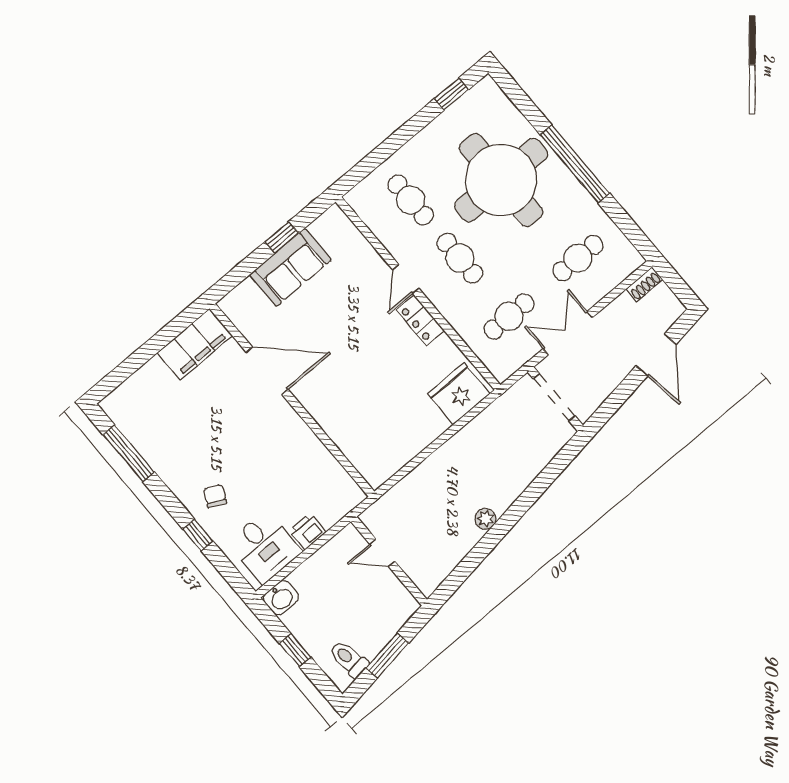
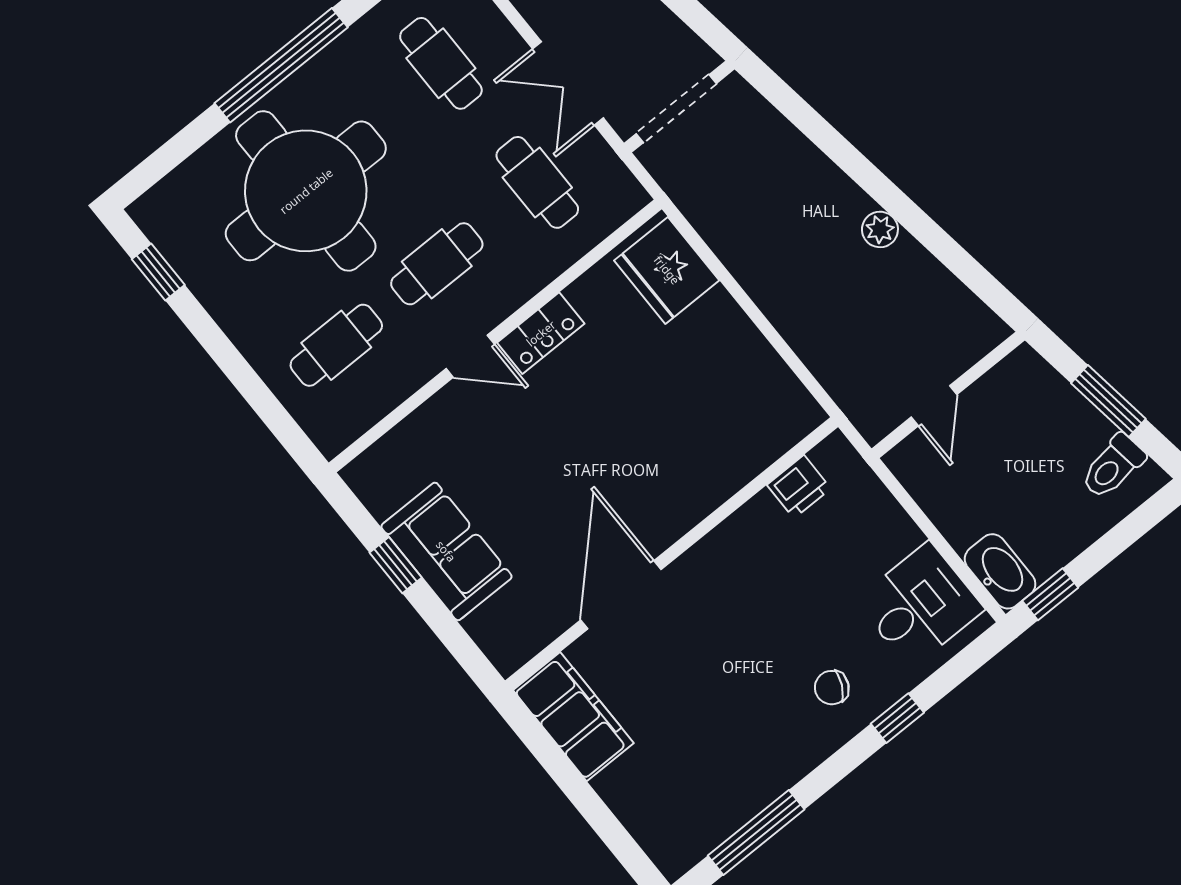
printer: (307, 531) -> (799, 487), moved, turned -90
washbasin: (281, 598) -> (1000, 571), width x1.38
window: (295, 650) -> (1050, 594), moved

